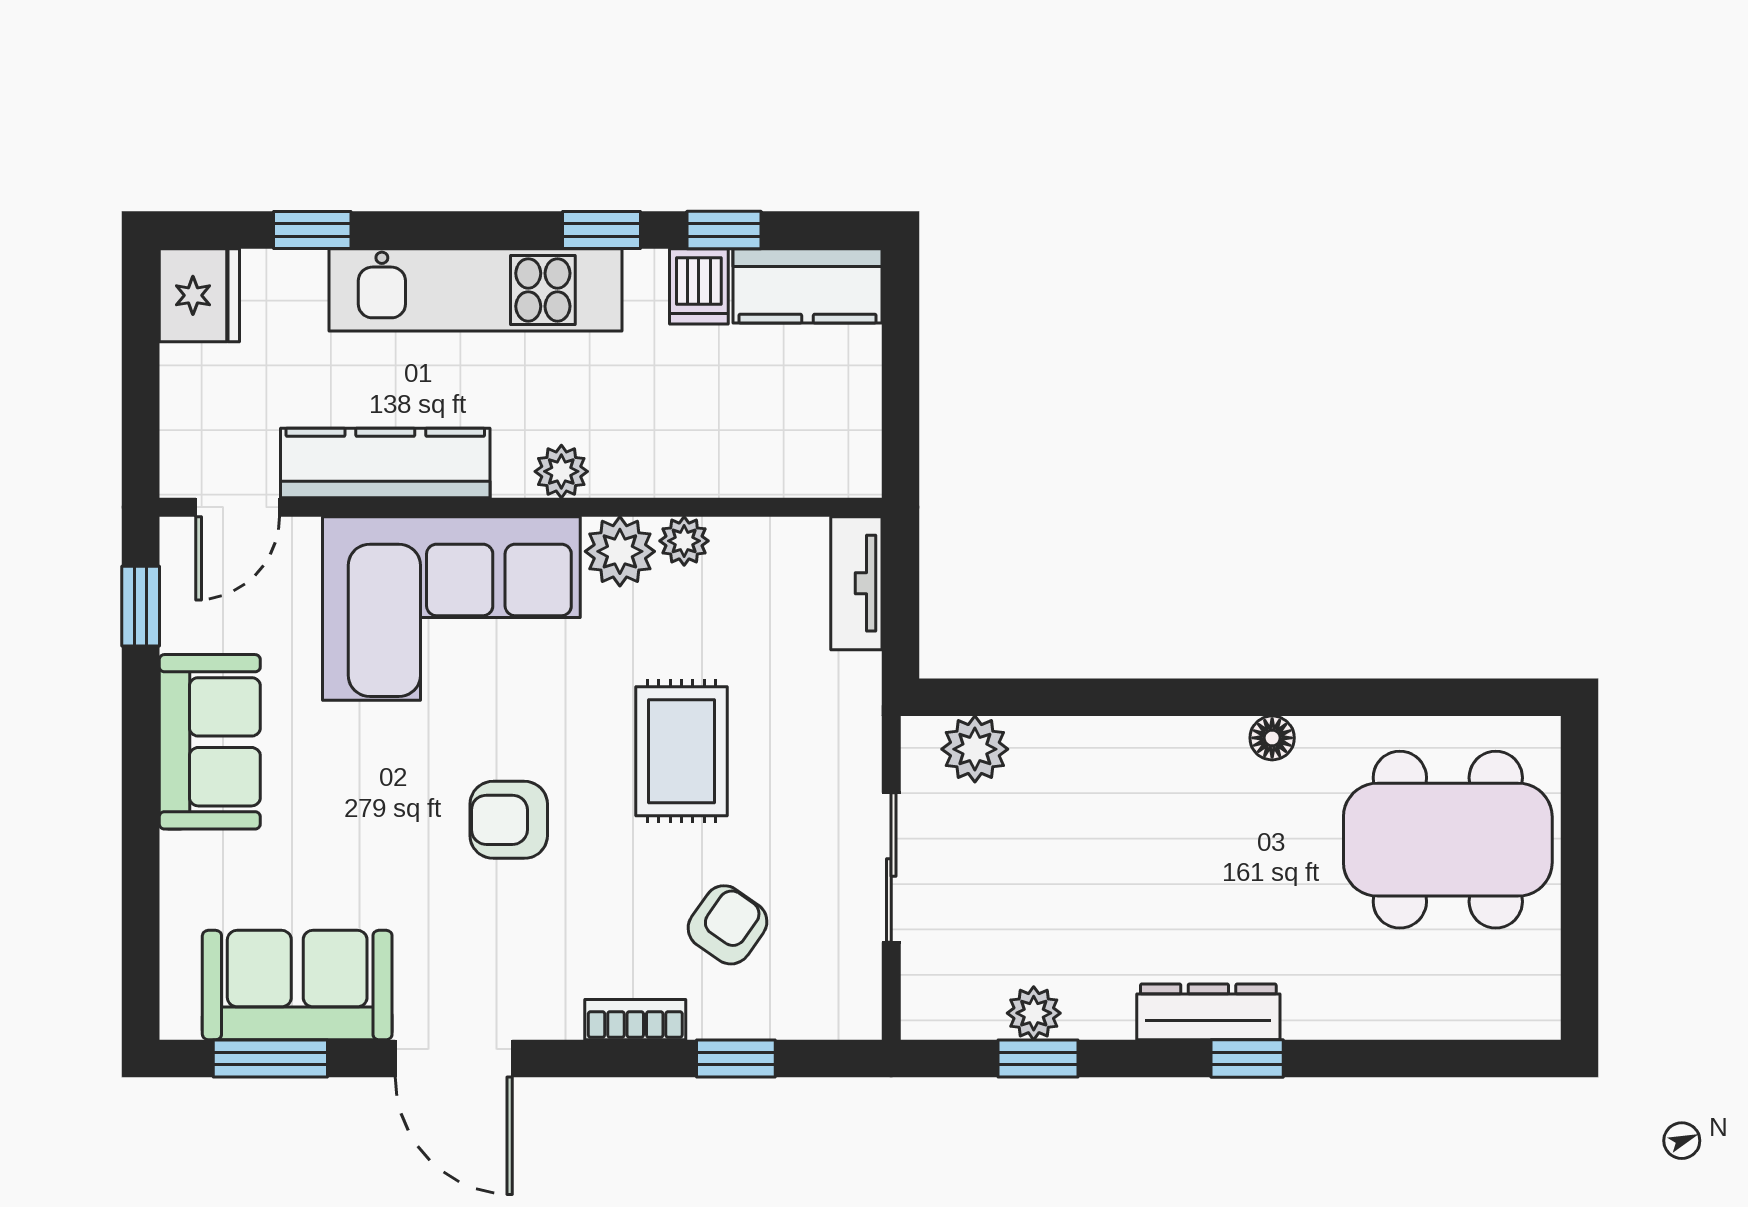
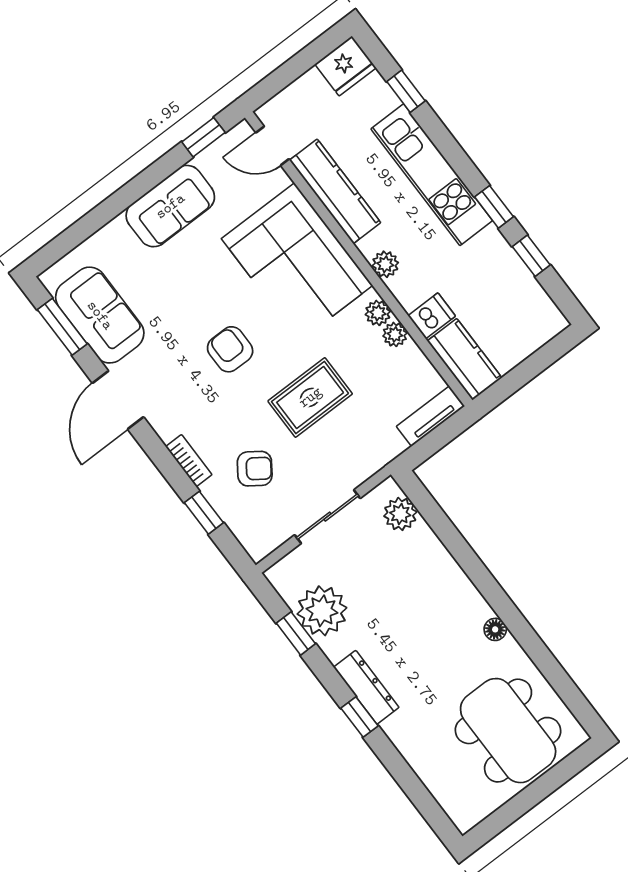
dishwasher: (699, 286) -> (432, 316), moved, turned 180
kitchen counter: (807, 286) -> (465, 359), moved, turned 180
plant: (620, 551) -> (378, 313), width x0.73, depth x0.73
plant: (1034, 1013) -> (322, 611), width x1.87, depth x1.87

